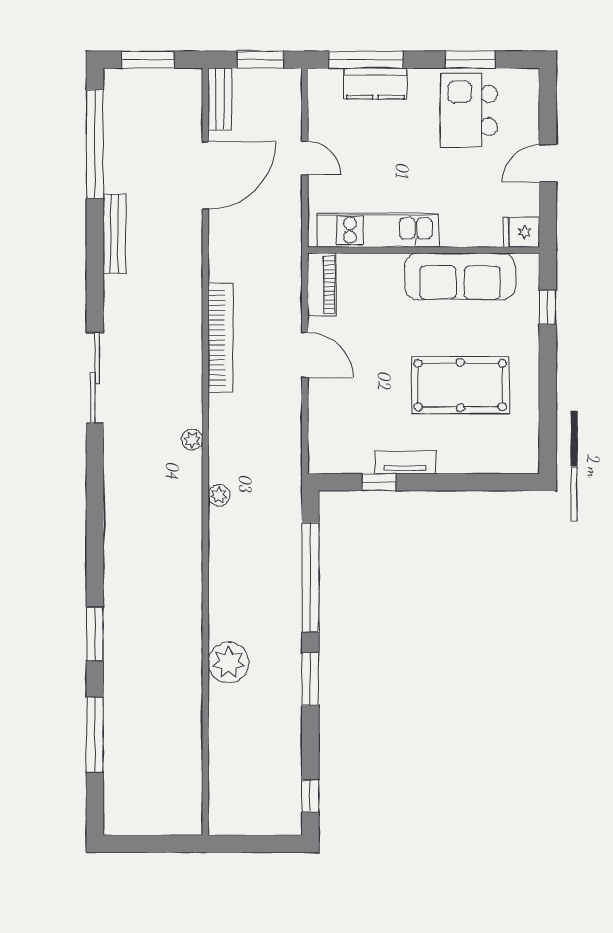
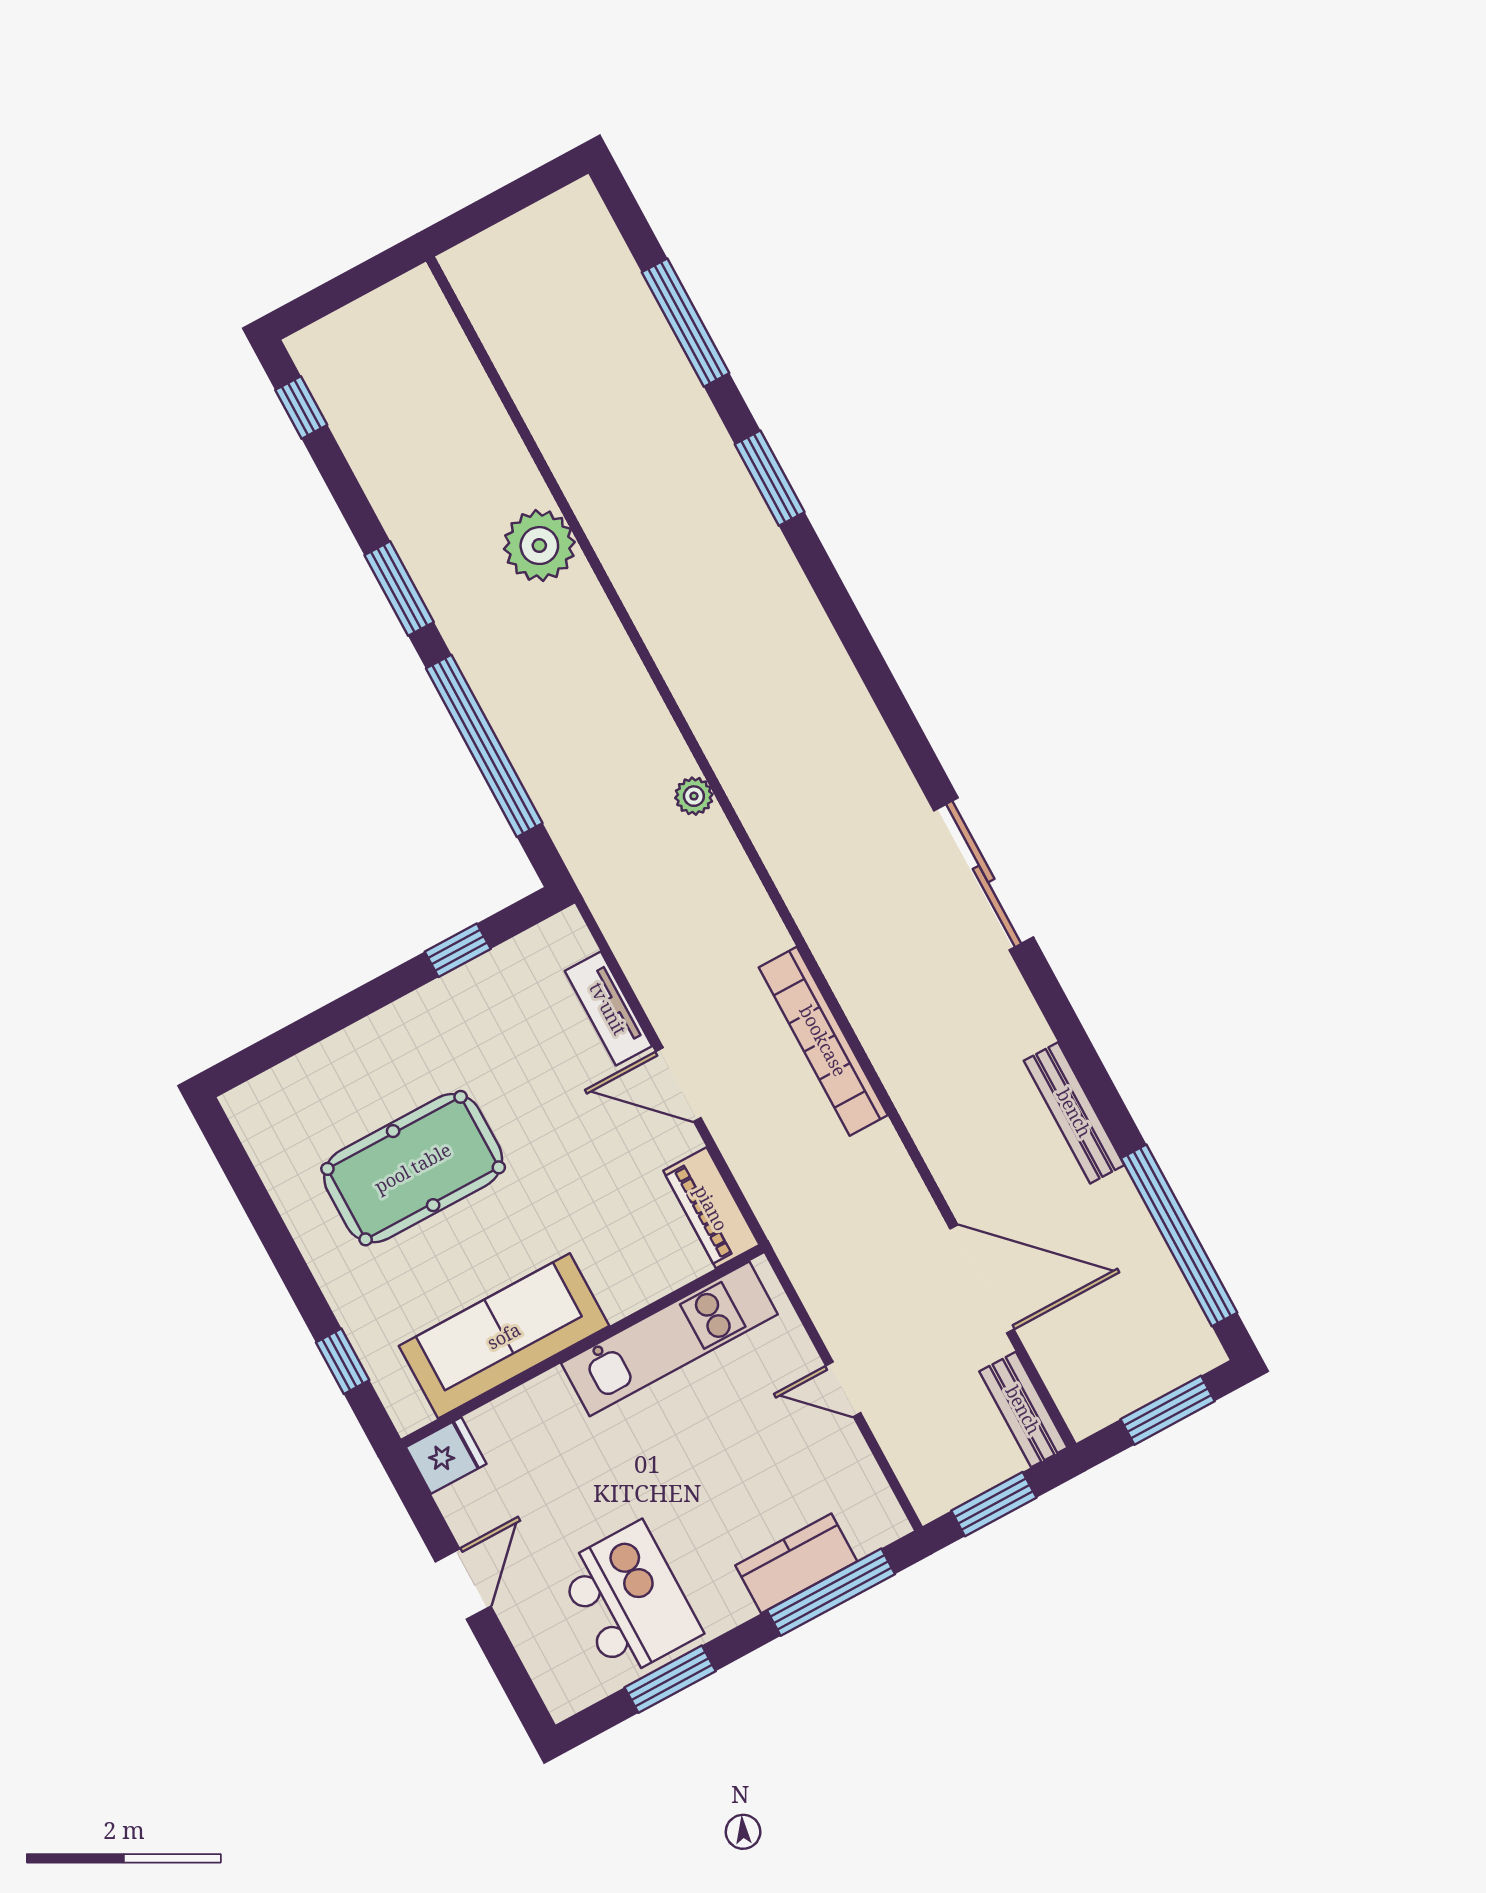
door: (205, 176) -> (982, 1279), swing flipped
plant: (192, 440) -> (782, 860), removed
tv unit: (405, 462) -> (608, 1009), moved, turned 90

